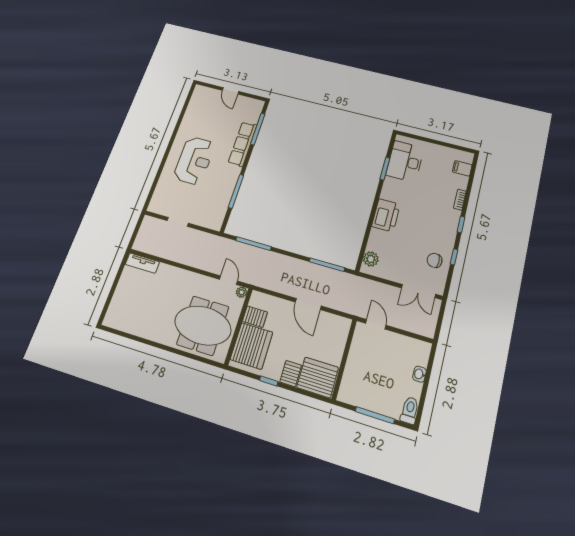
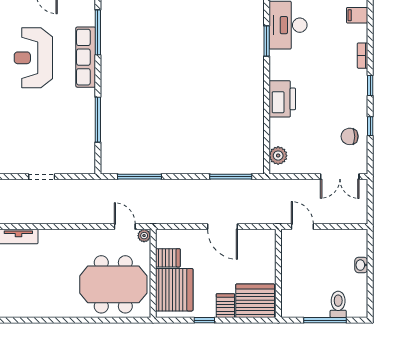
reception desk: (194, 161) -> (33, 58), moved, turned 180
toilet: (410, 410) -> (338, 304), moved

